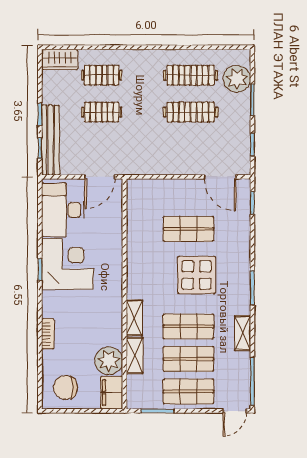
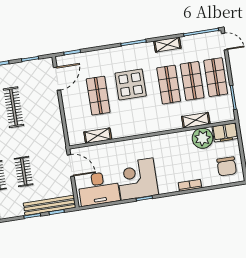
shelving: (134, 318) -> (98, 136), moved

